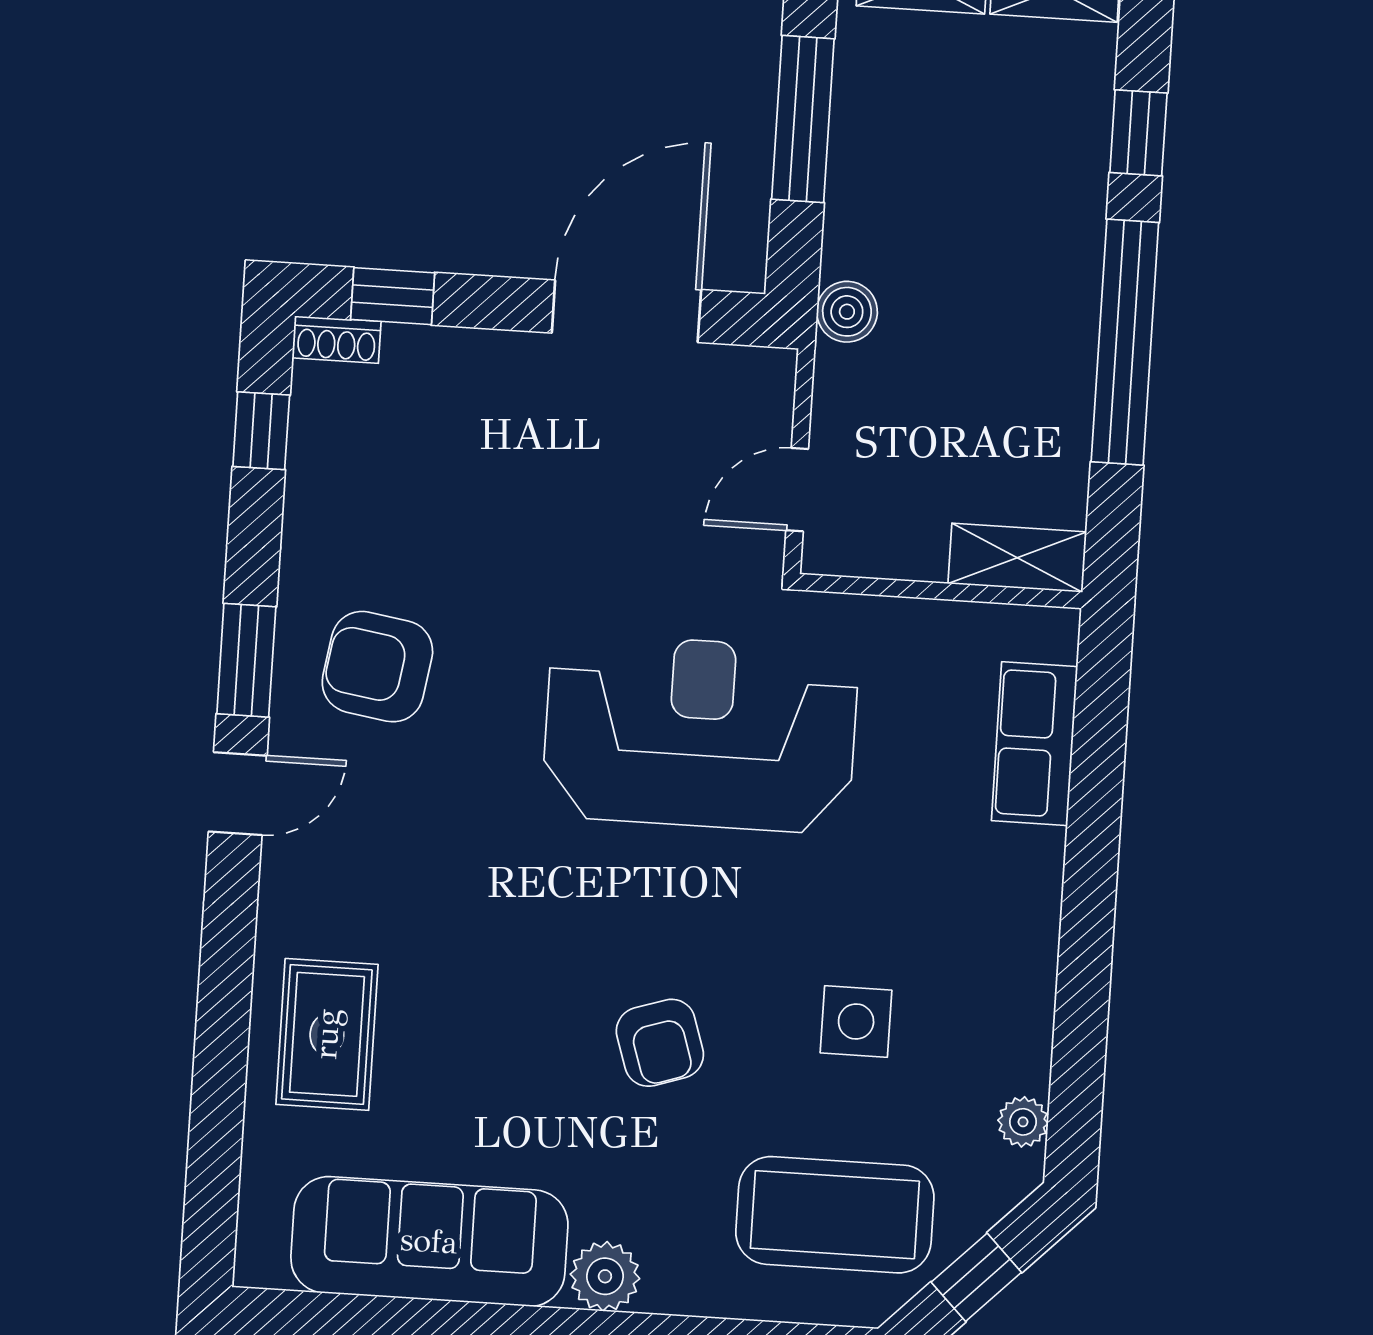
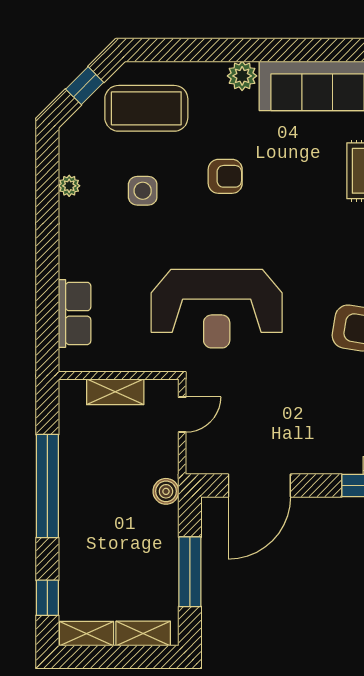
window: (1138, 133) -> (47, 598), moved
shelving: (1017, 558) -> (115, 392), moved
armchair: (660, 1043) -> (225, 176), turned 108
plant: (1023, 1122) -> (69, 186), moved

